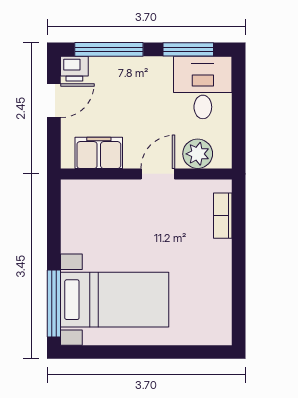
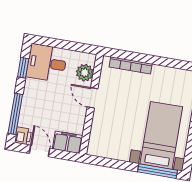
window: (188, 49) -> (23, 68), width x0.67
filing cabinet: (99, 153) -> (68, 142), moved, turned 90
bookcase: (223, 216) -> (131, 65), width x1.56

